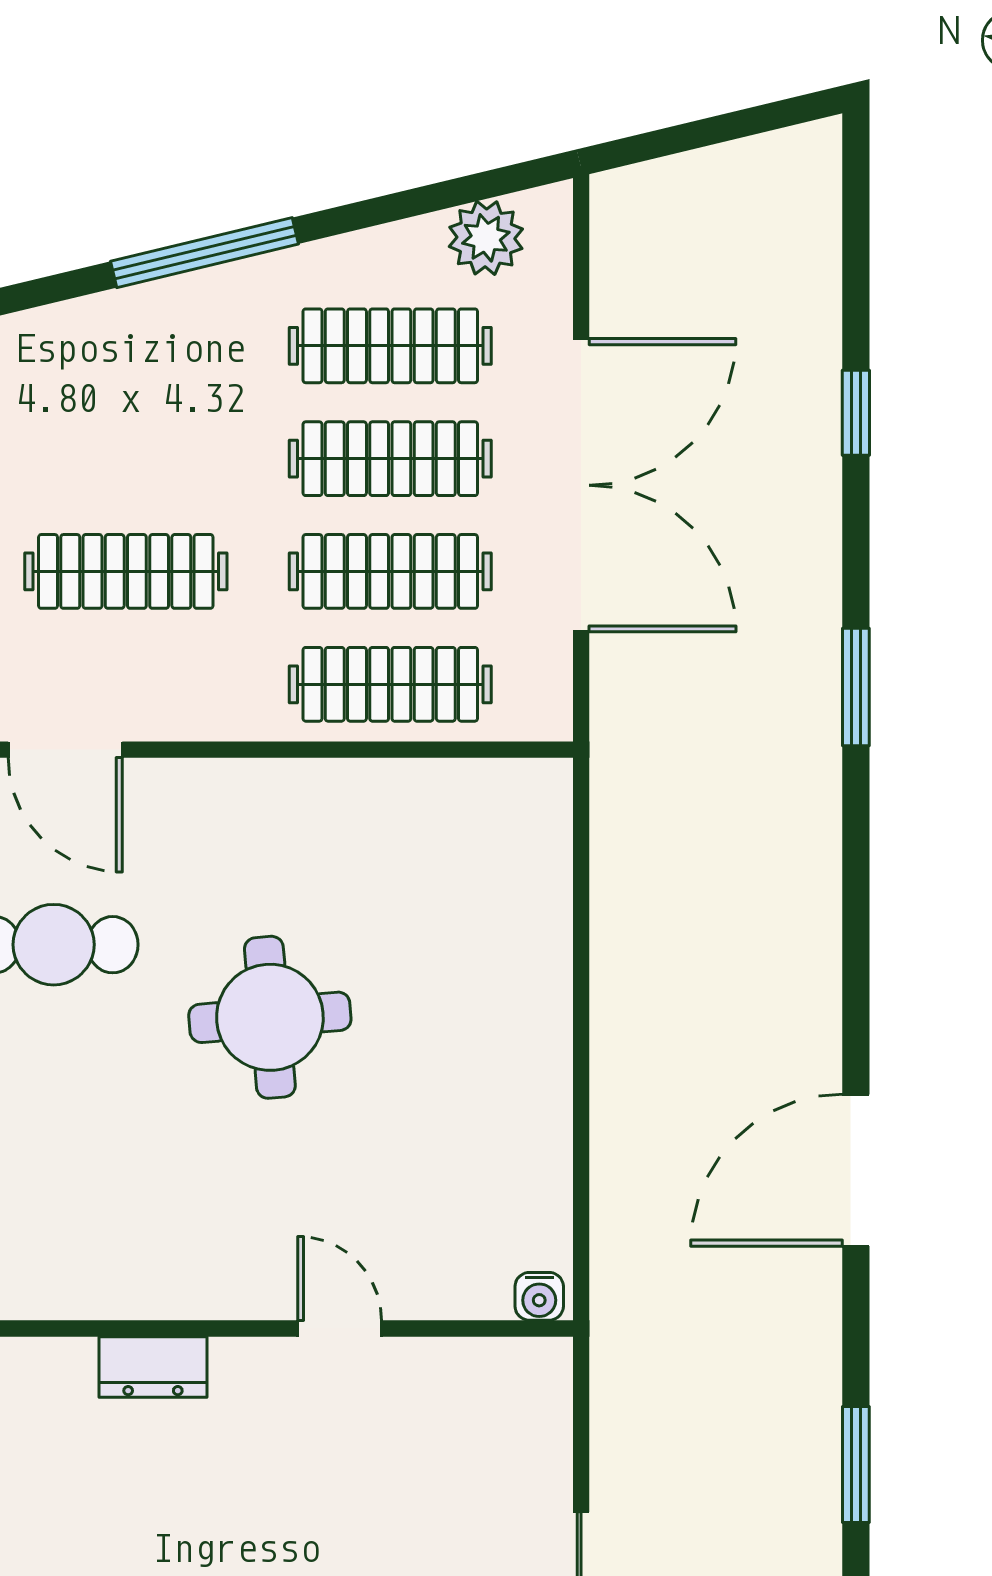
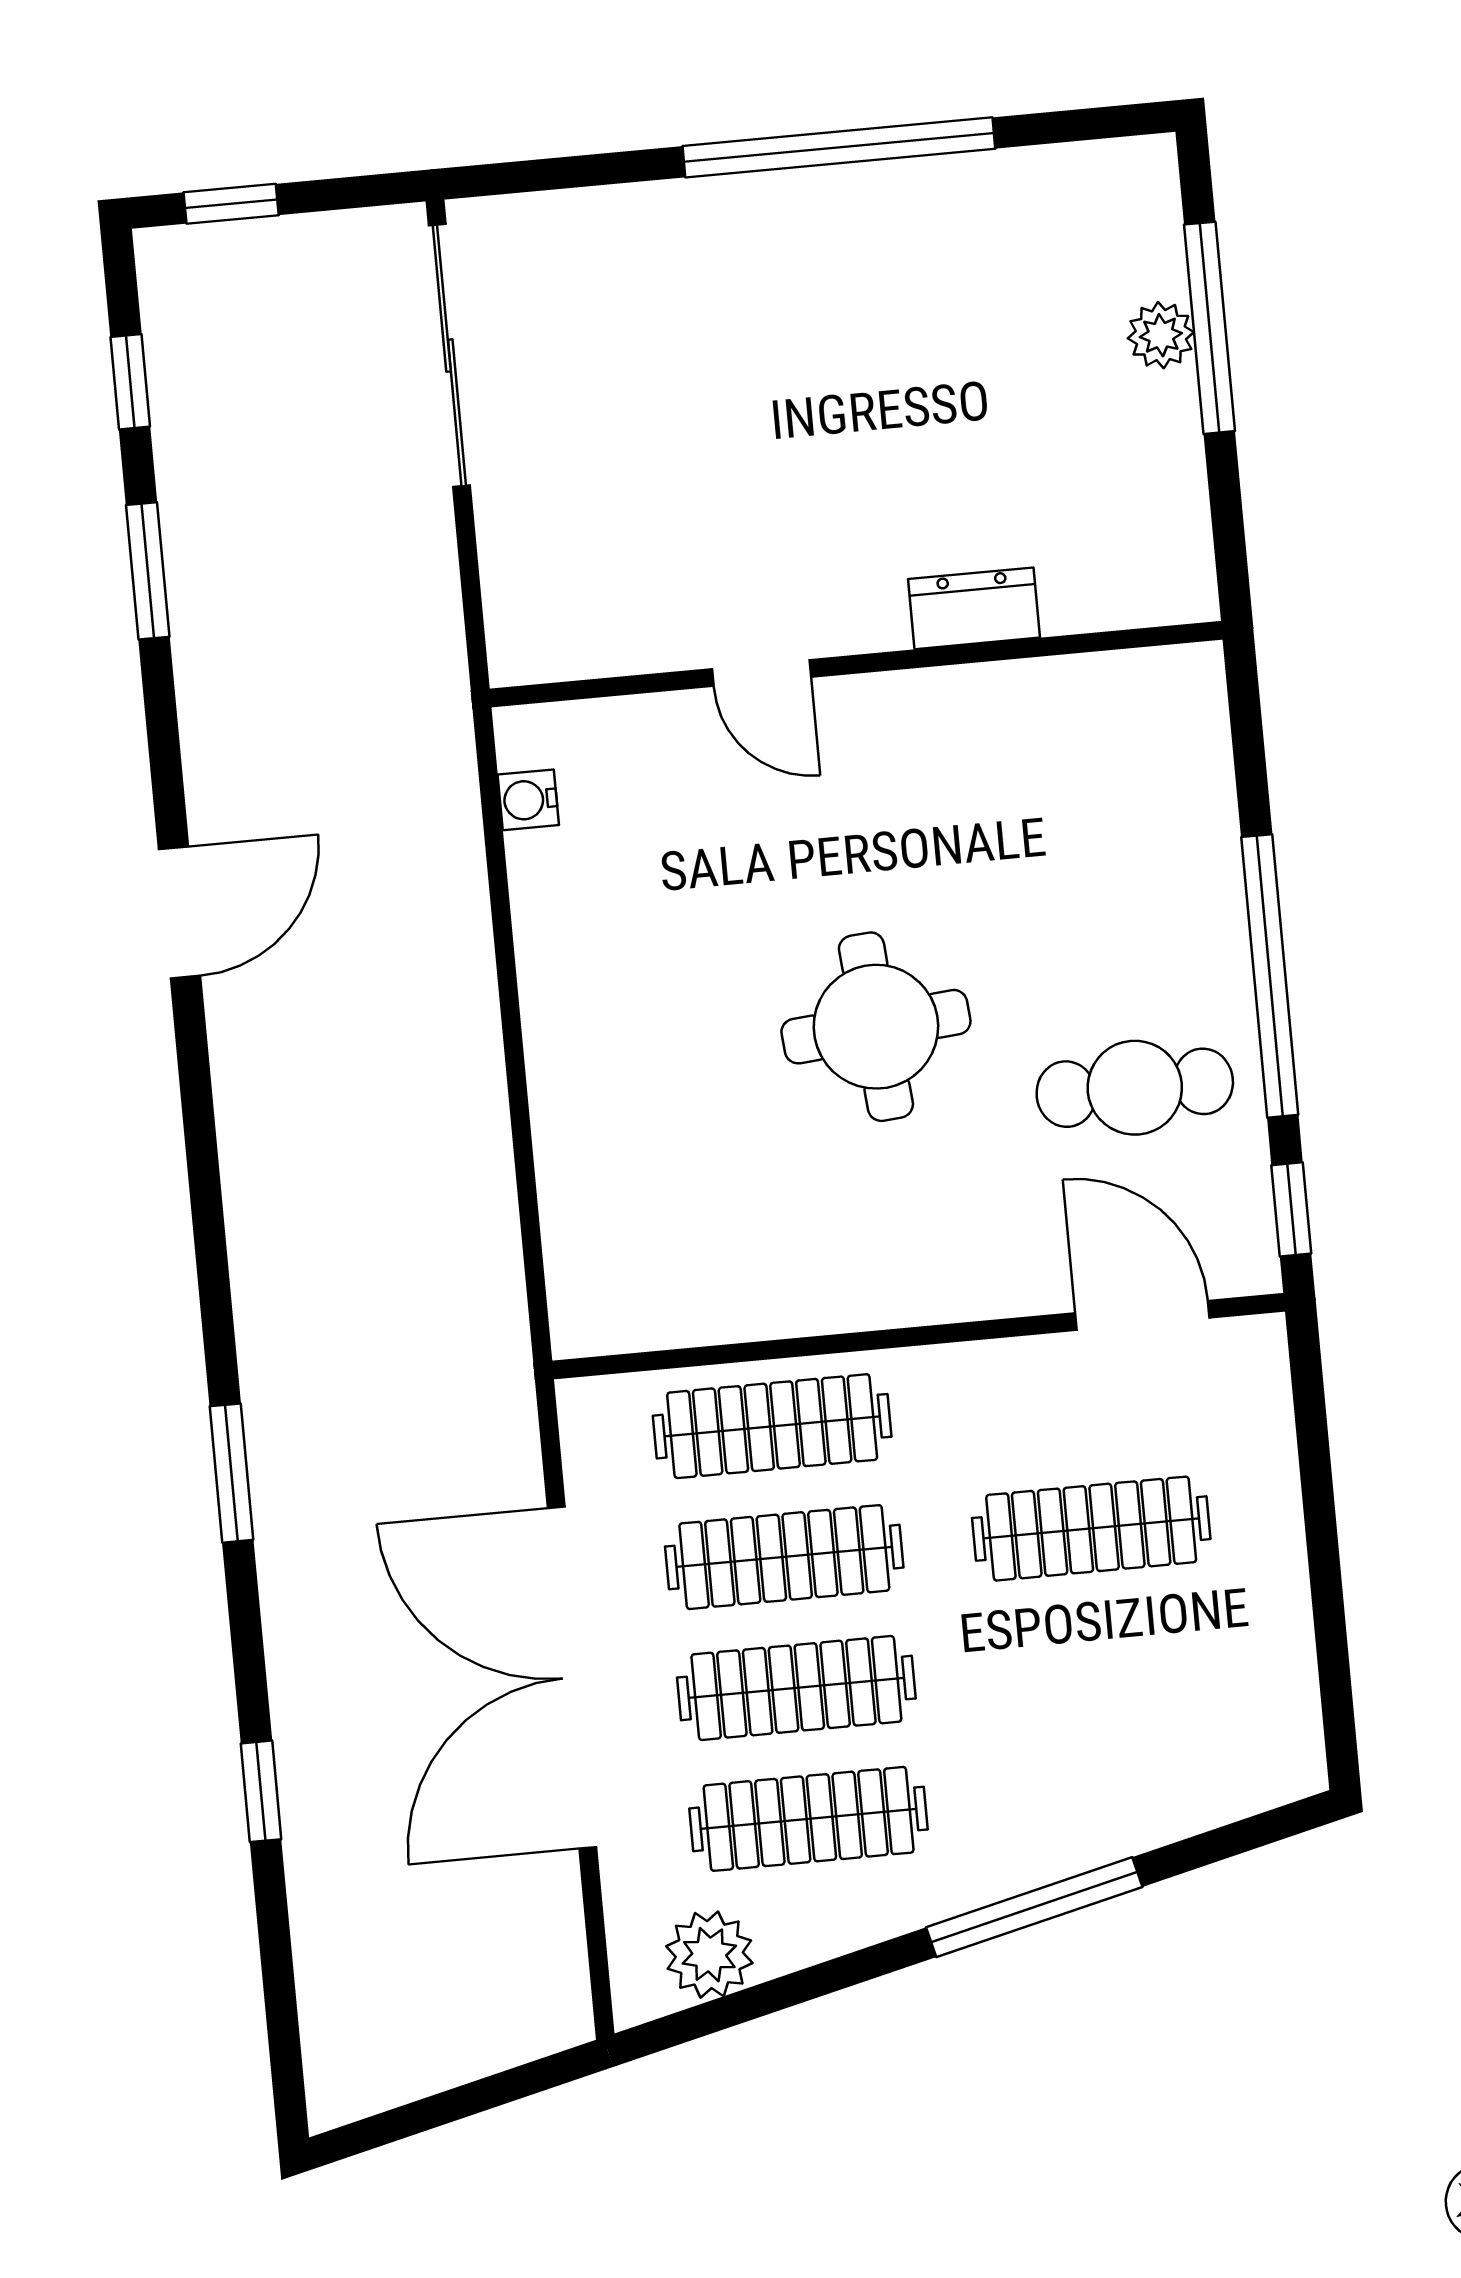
door: (856, 1170) -> (179, 912), width x0.73
water cooler: (539, 1296) -> (528, 800), moved, turned -90

